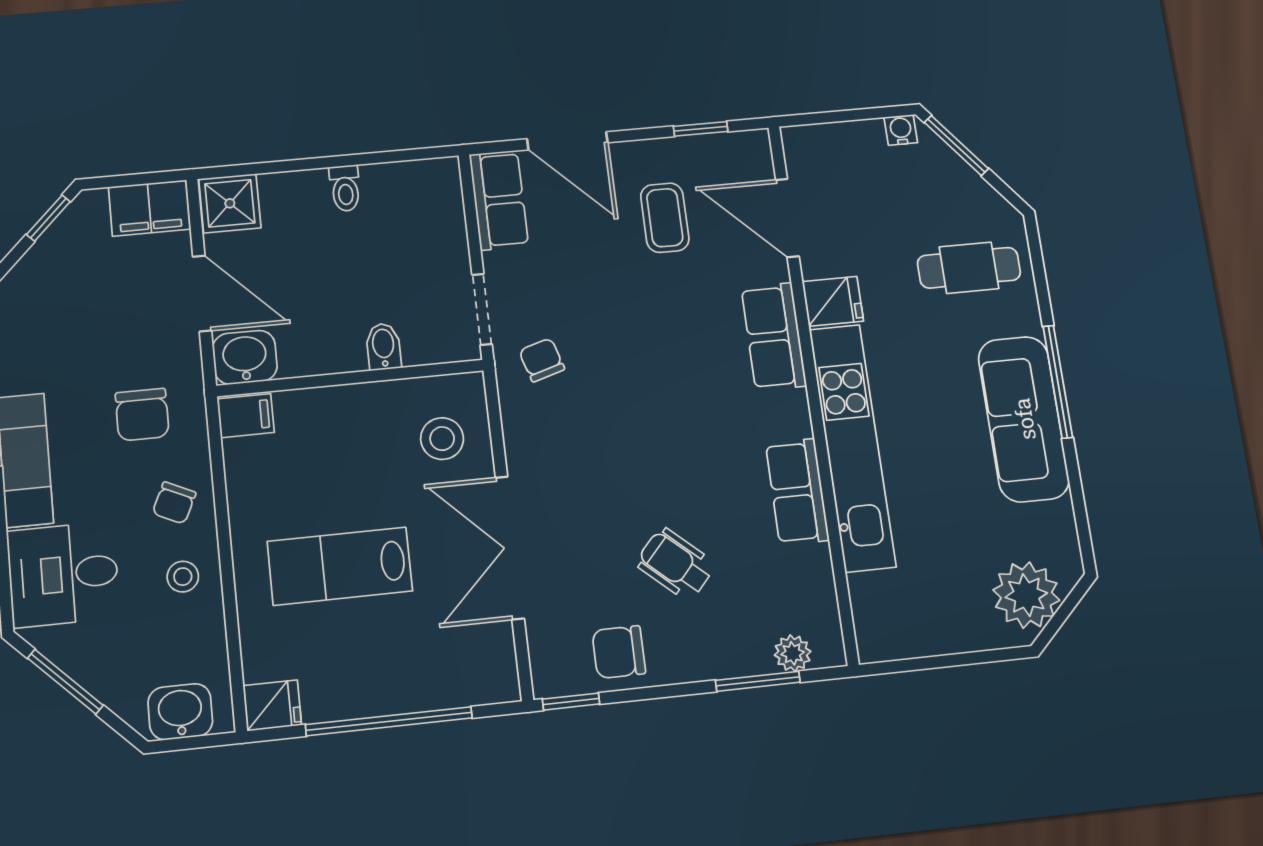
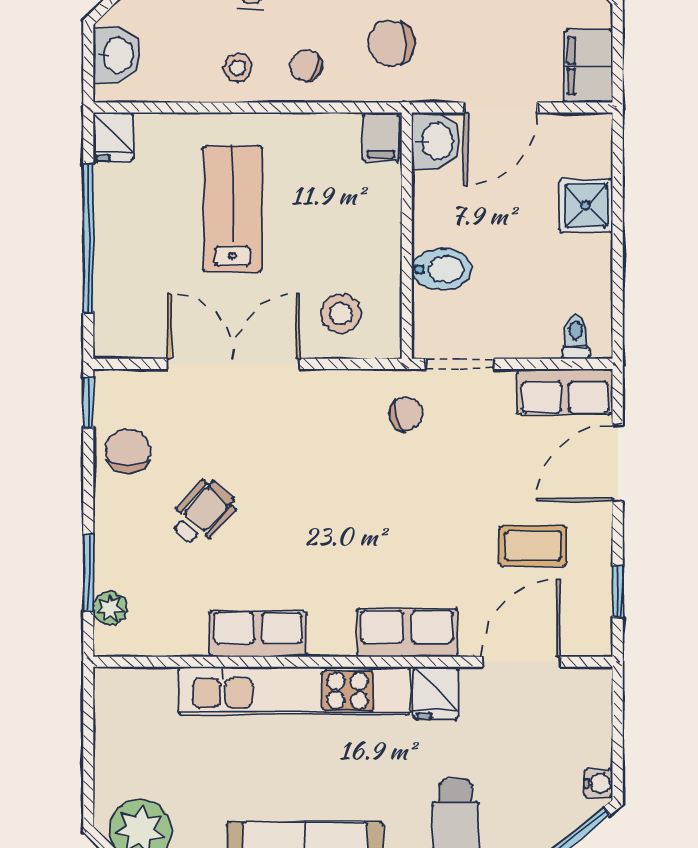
toilet: (345, 188) -> (576, 337), moved, turned 90
shower: (230, 203) -> (586, 205), moved
bidet: (383, 347) -> (441, 269), width x1.38, depth x1.36

